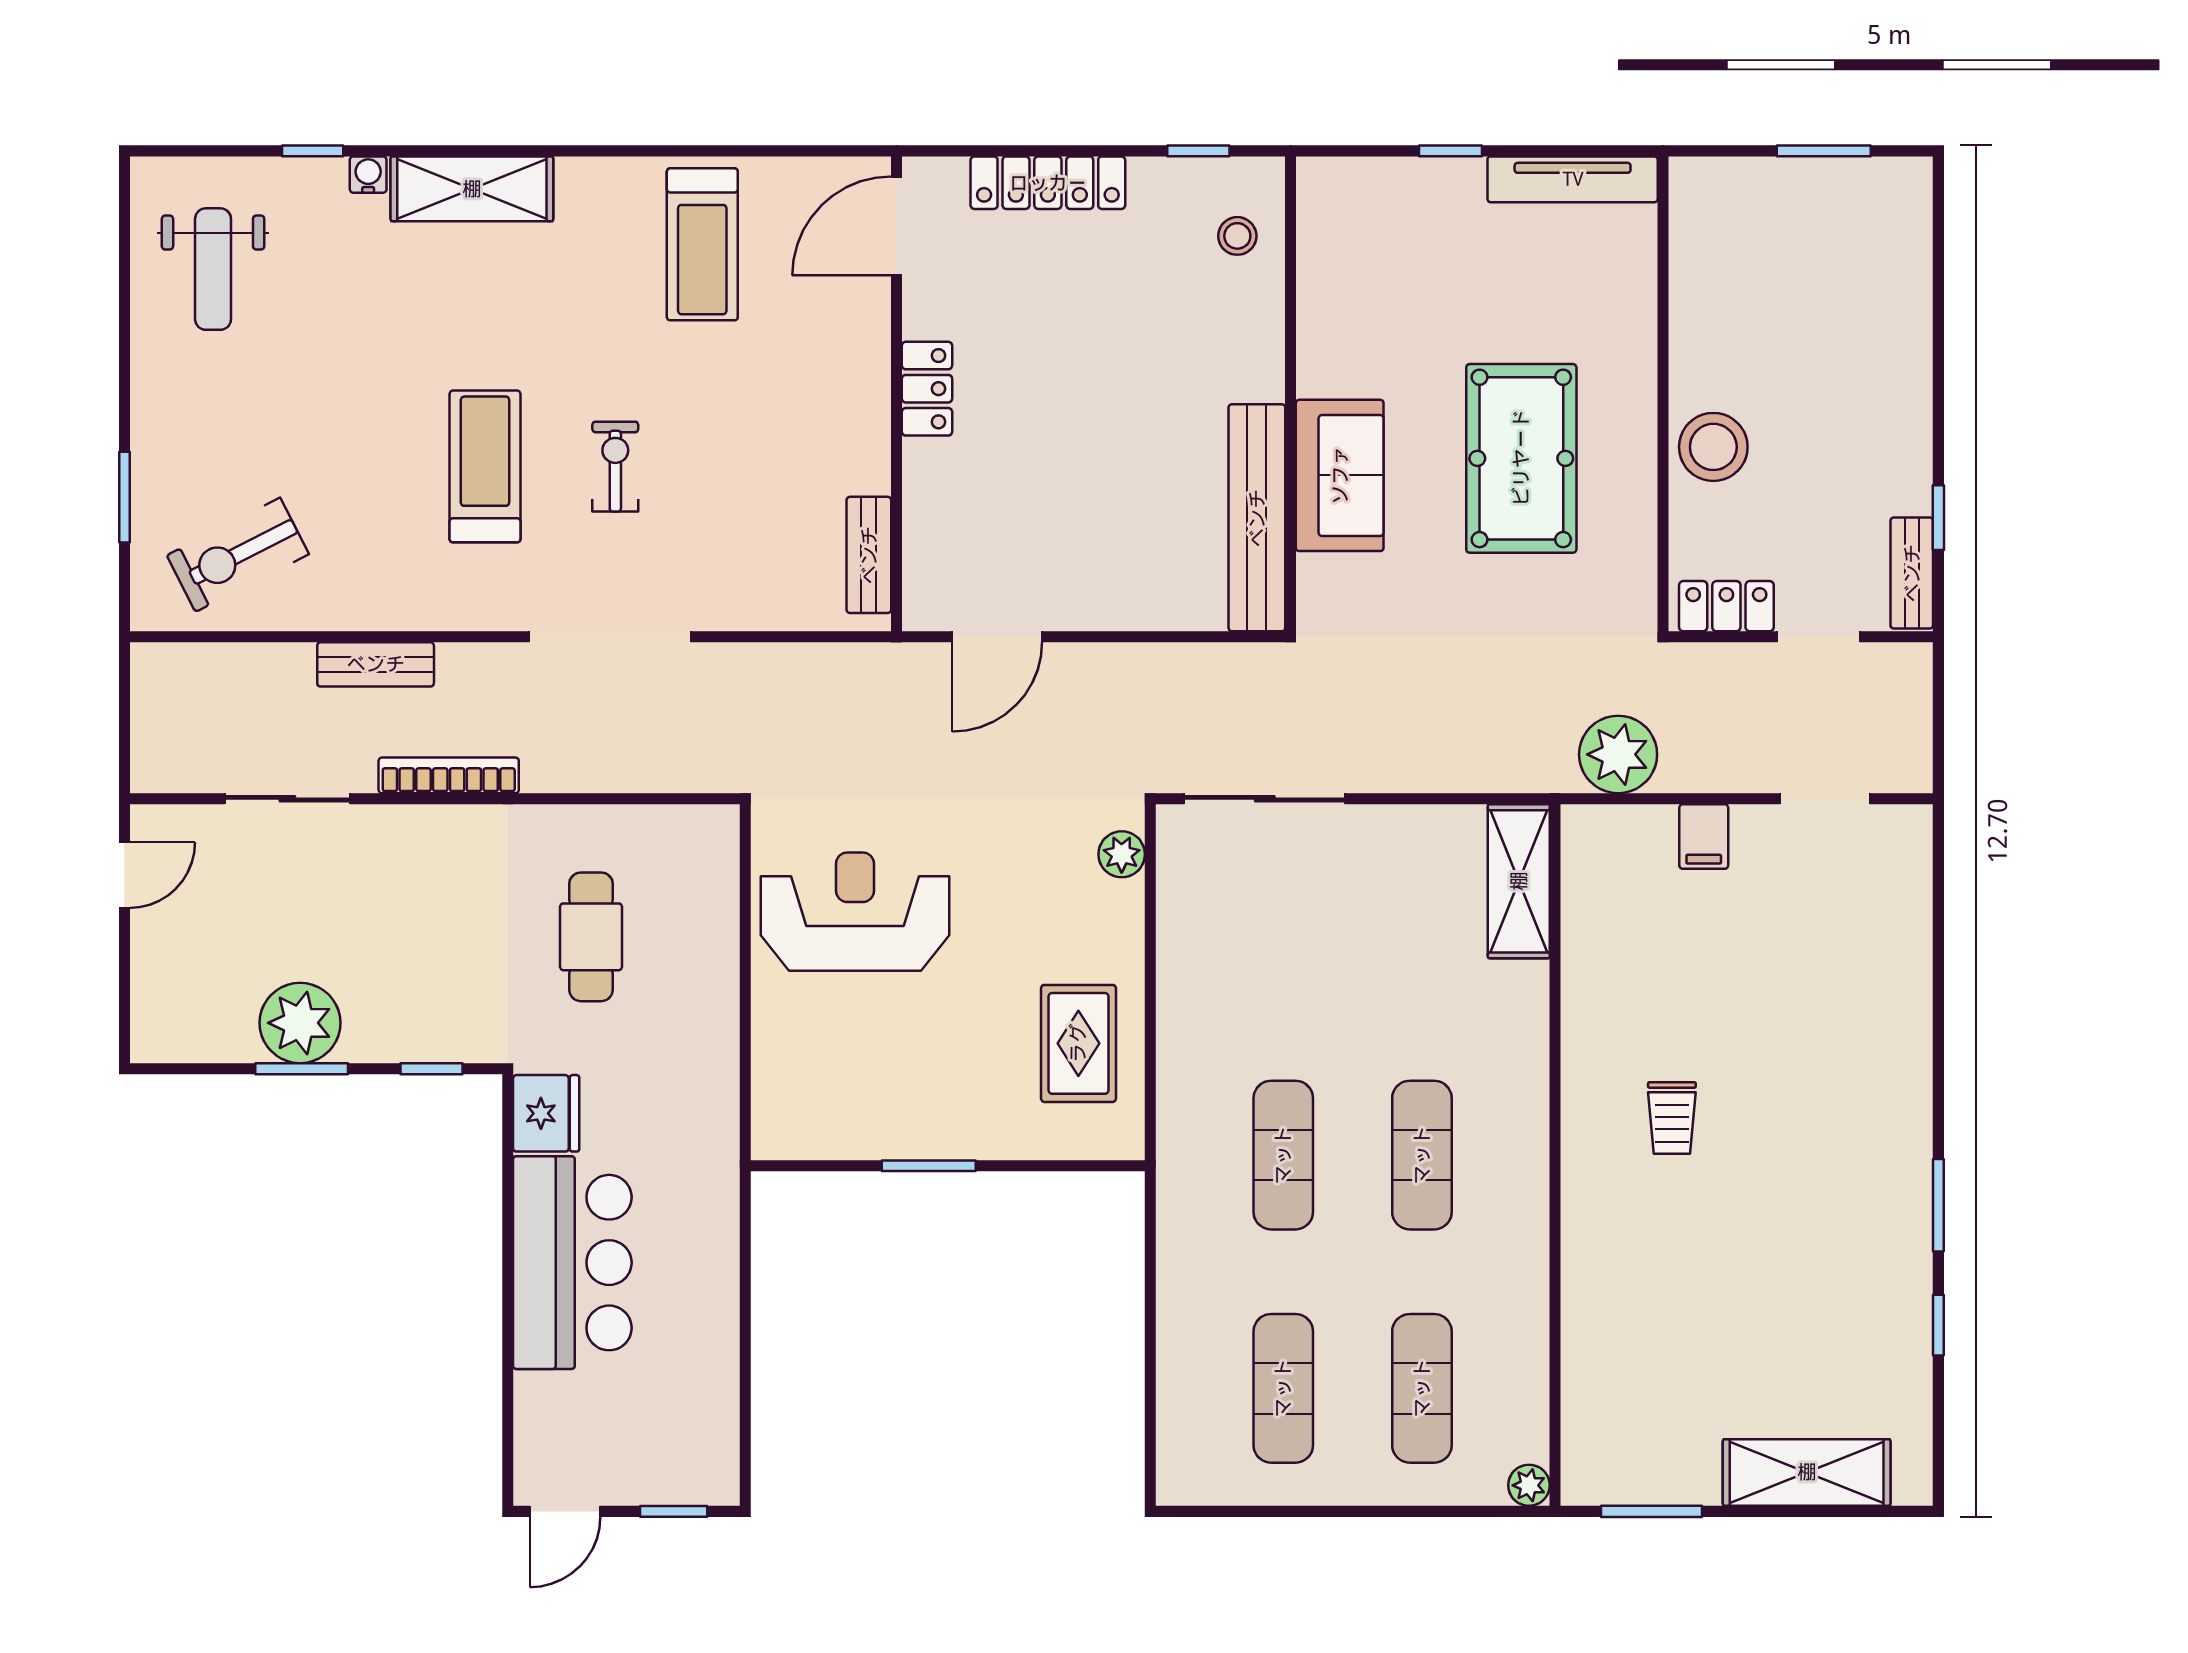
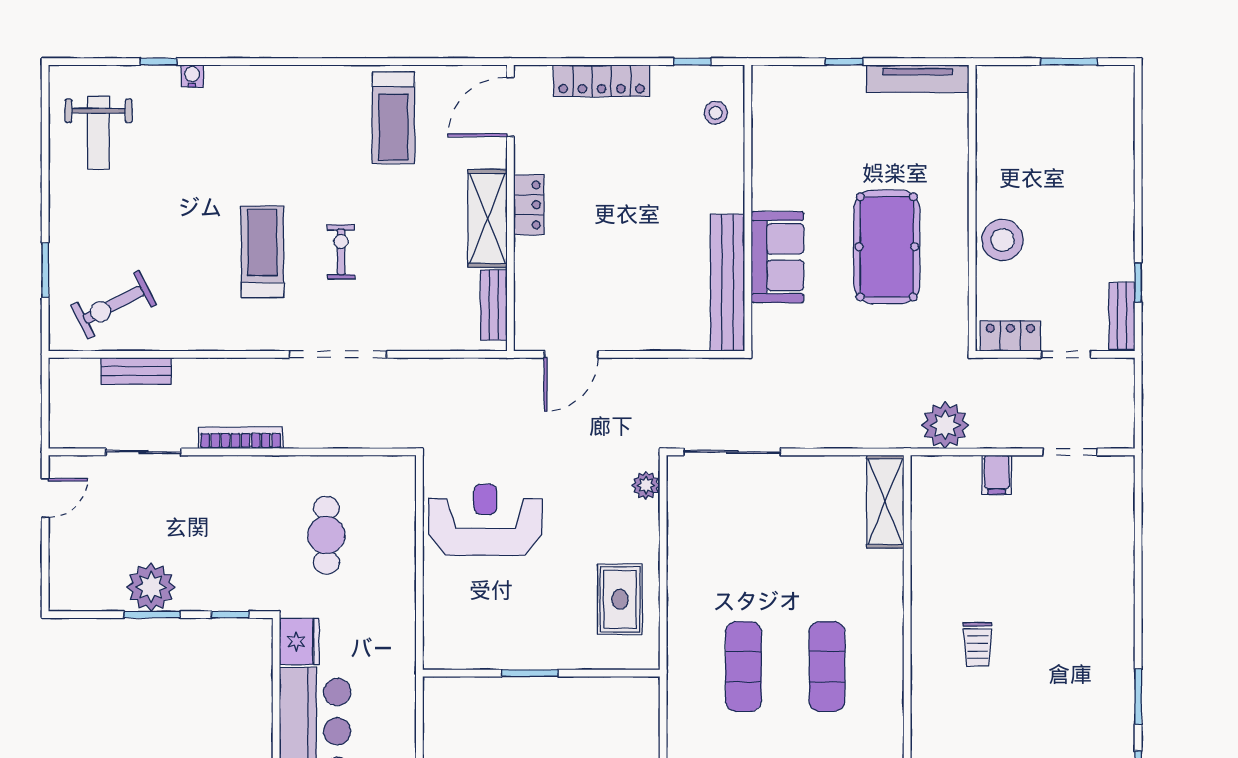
shelving: (472, 189) -> (488, 218), moved, turned 90
bench: (376, 664) -> (136, 371), moved

